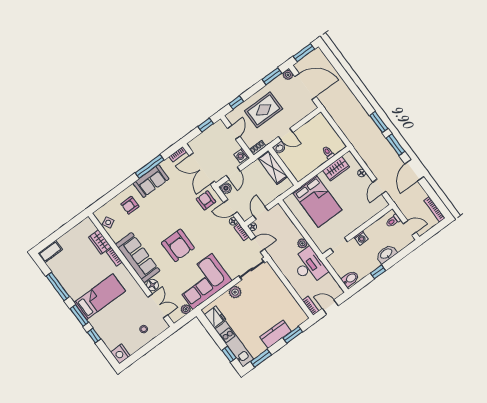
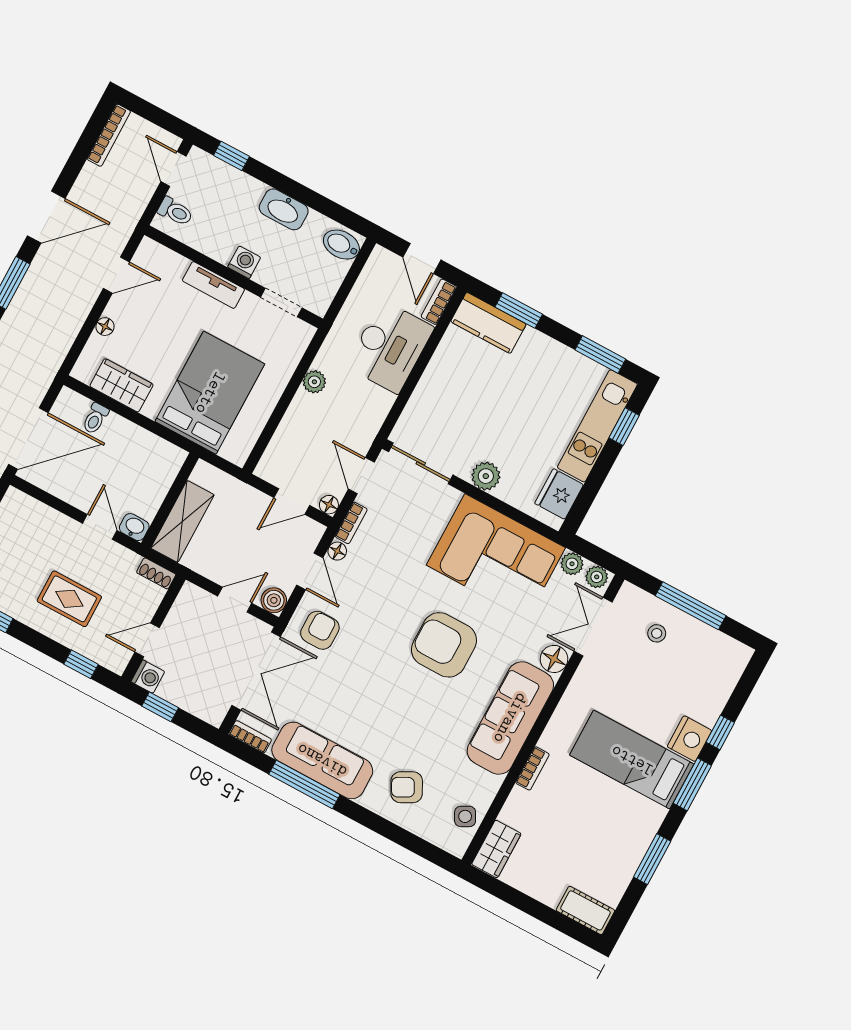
rug: (264, 110) -> (69, 599), width x0.73, depth x0.70
door: (333, 123) -> (28, 439), added
washing machine: (241, 156) -> (148, 677), moved
sofa: (151, 181) -> (322, 760), width x1.36
armchair: (206, 200) -> (320, 630), turned 180
armchair: (130, 205) -> (407, 787), turned 152
tv unit: (358, 222) -> (213, 285), added
wardrobe: (100, 242) -> (496, 849), moved
armchair: (178, 245) -> (444, 645), turned -90
washbasin: (386, 254) -> (284, 209), moved
desk: (309, 266) -> (390, 347), moved, turned 180
window: (378, 272) -> (231, 156), moved
window: (58, 286) -> (652, 859), width x0.69
plant: (176, 316) -> (597, 577), added
kitchen counter: (276, 334) -> (488, 323), moved
window: (148, 347) -> (691, 606), added
nightstand: (120, 354) -> (689, 739), moved

